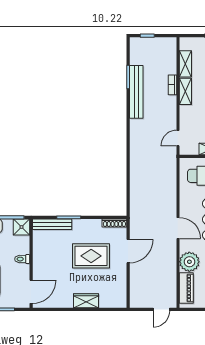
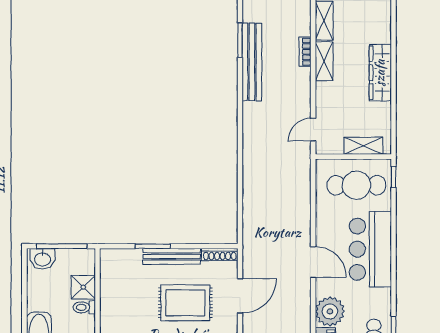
bench: (52, 224) -> (172, 256), moved
shower: (22, 227) -> (83, 287), moved

